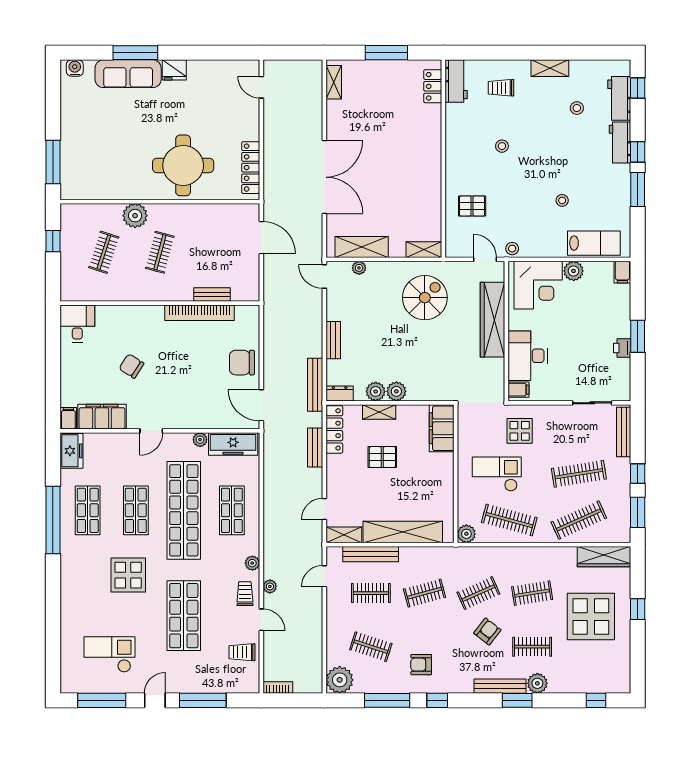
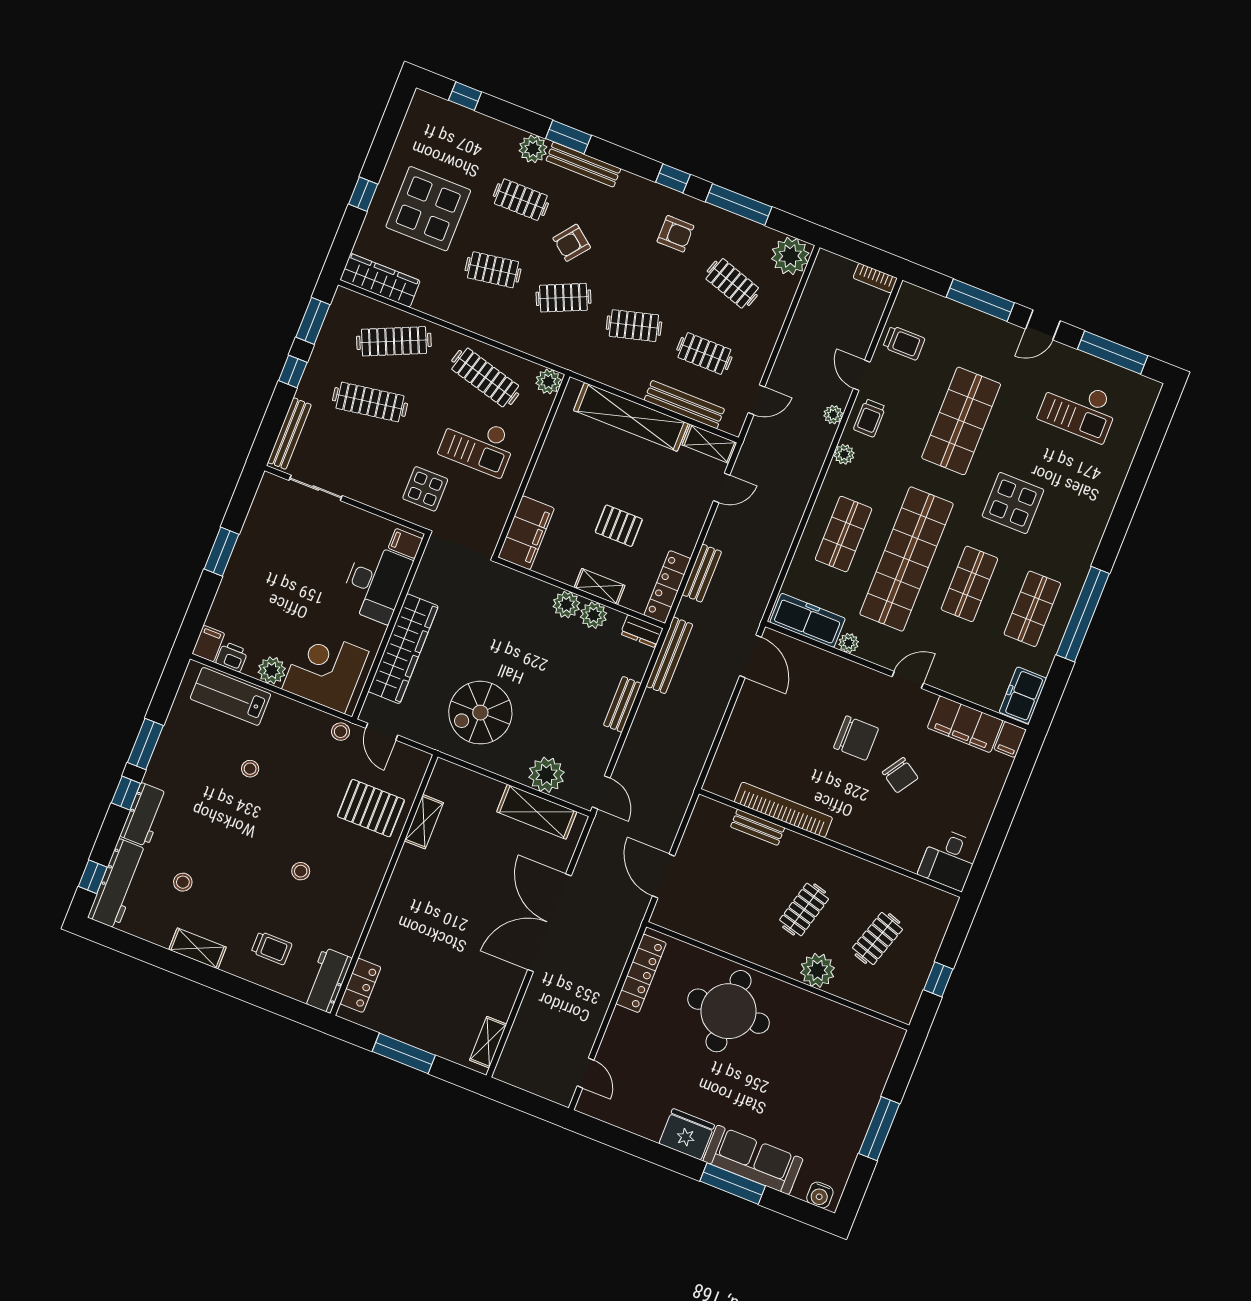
fridge: (174, 70) -> (687, 1134), width x1.36, depth x1.34
workbench: (619, 98) -> (118, 884), width x1.38
window: (53, 162) -> (879, 1129), moved
pallet: (472, 206) -> (371, 808), width x1.50, depth x1.42
shelving: (424, 250) -> (424, 822), moved, turned 90
plant: (359, 268) -> (546, 775), width x1.87, depth x1.87
printer: (622, 348) -> (232, 657), moved, turned -90
chair: (242, 363) -> (856, 738), moved

